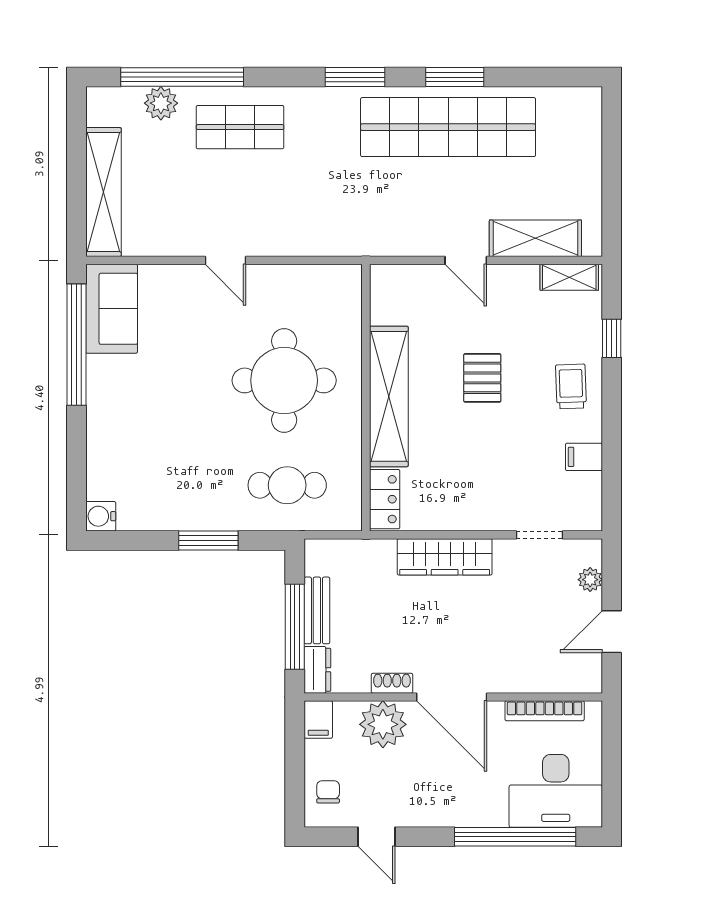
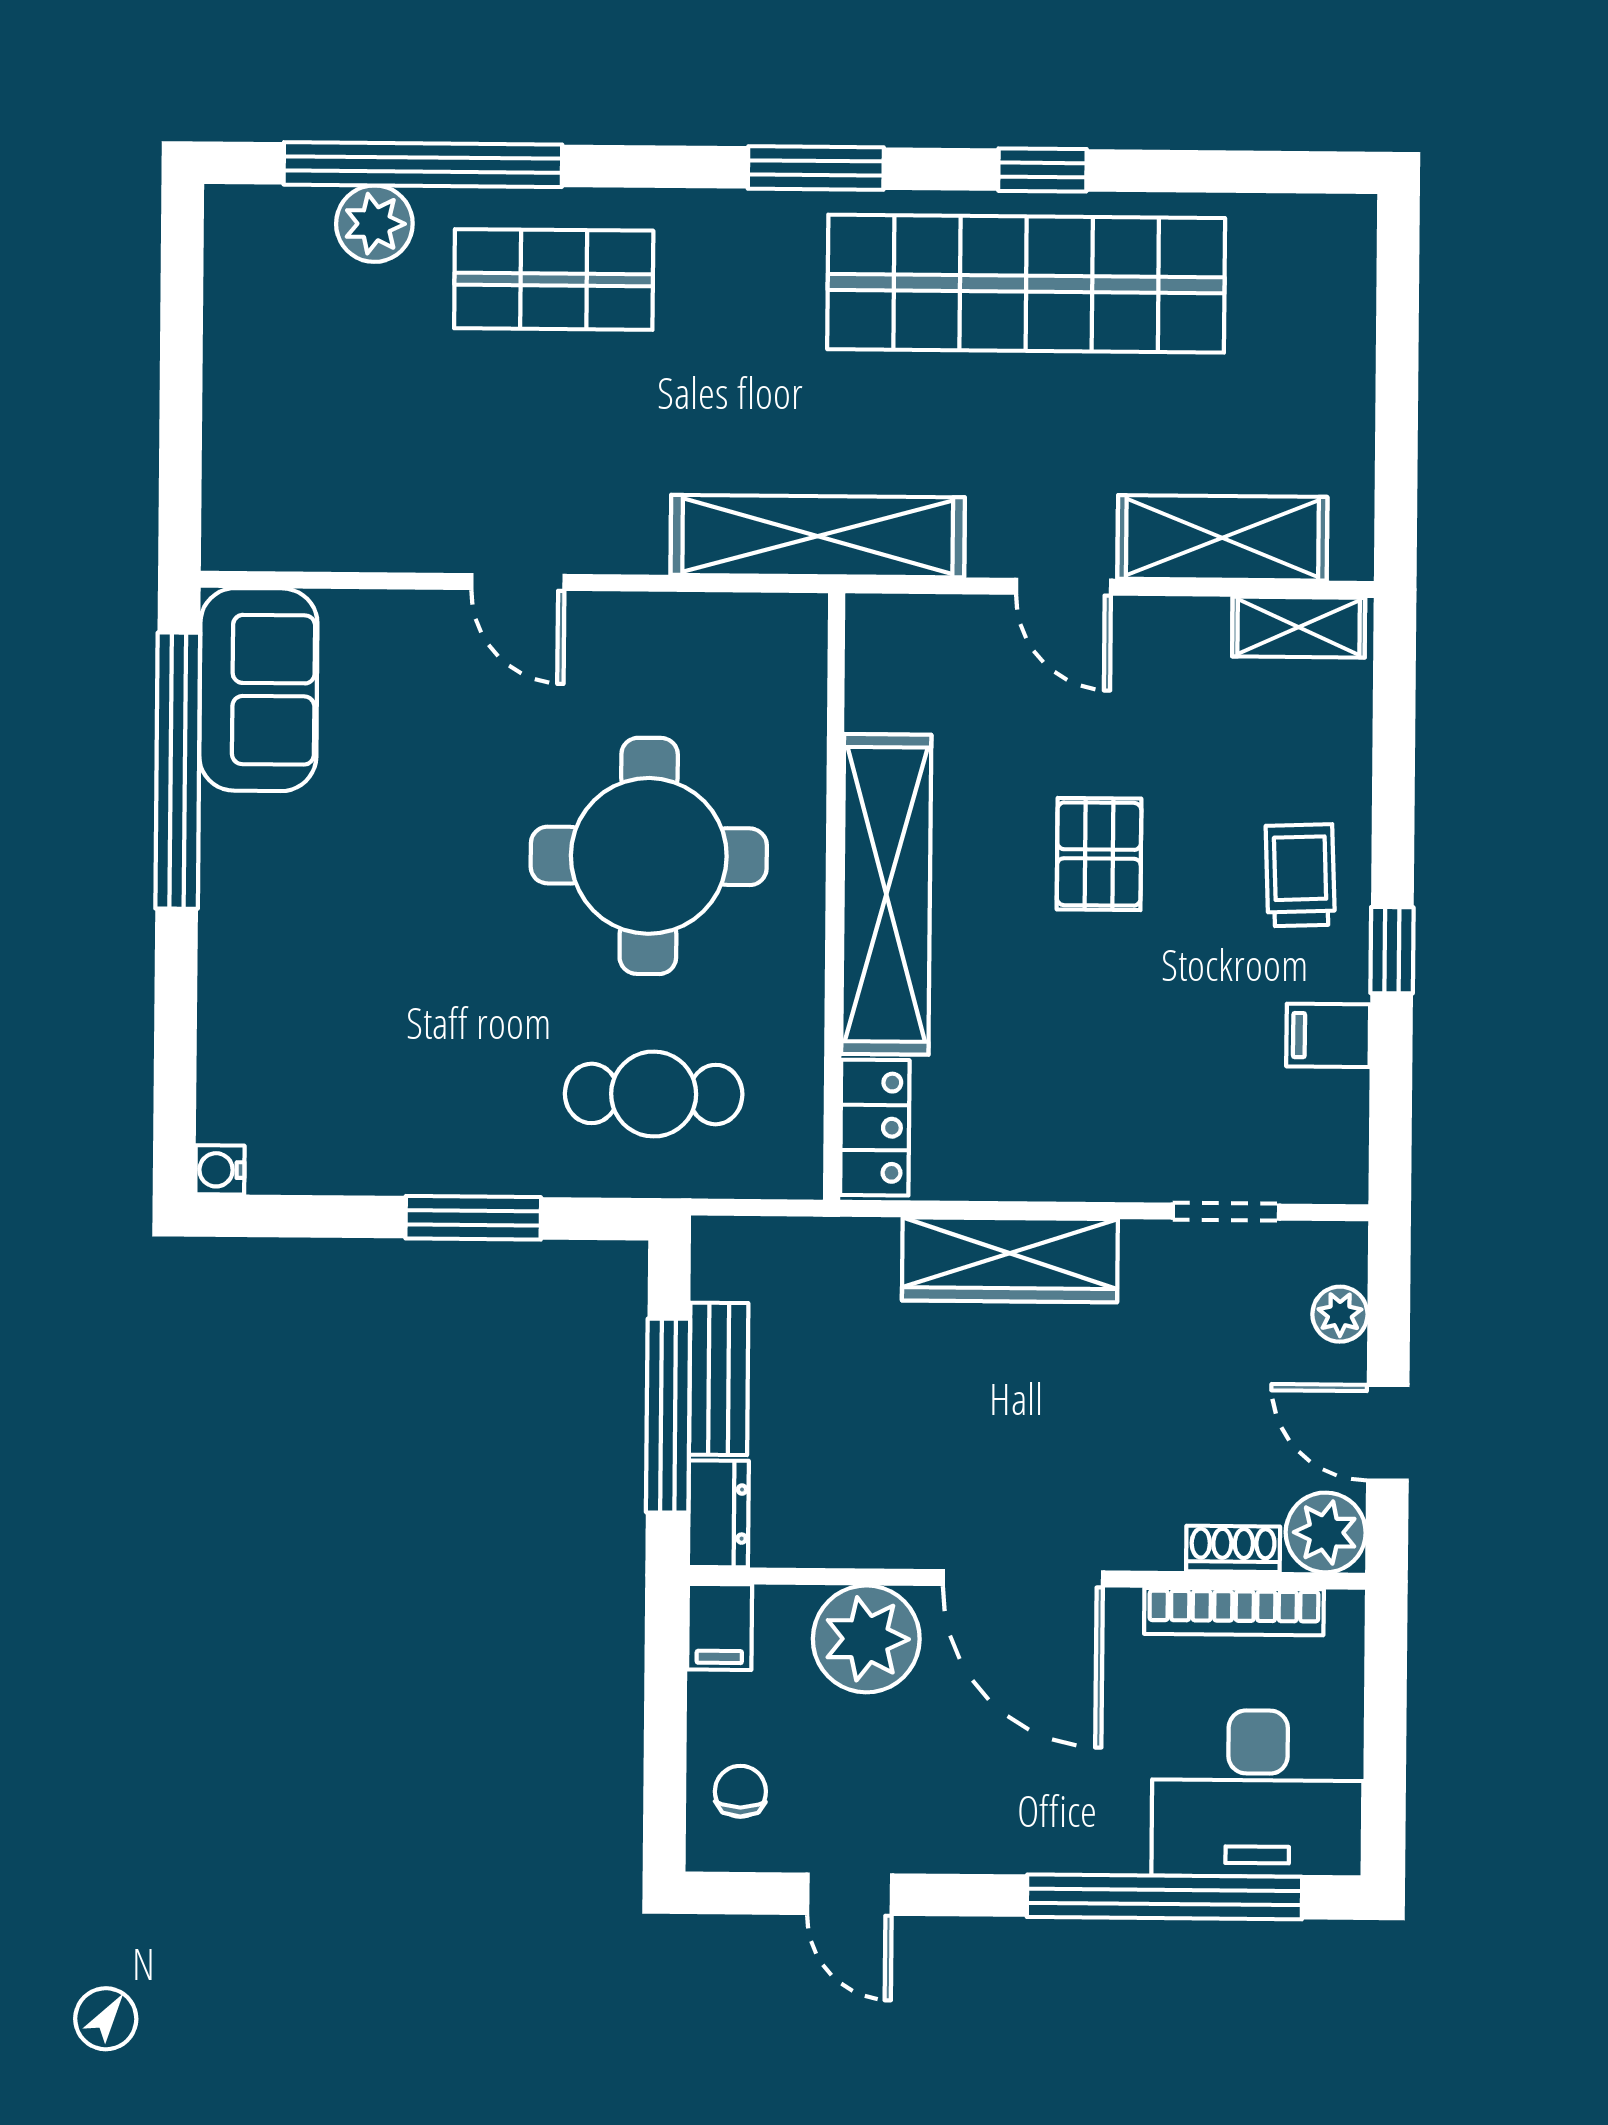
window: (455, 77) -> (1042, 170), width x0.67
shelving: (103, 192) -> (818, 536), moved, turned 90
window: (612, 338) -> (1392, 950), moved
water cooler: (101, 516) -> (220, 1170), width x0.72, depth x0.72
door: (612, 632) -> (1388, 1433), hinge flipped
plant: (585, 676) -> (1326, 1532), added
shoe rack: (392, 683) -> (1233, 1549), moved

